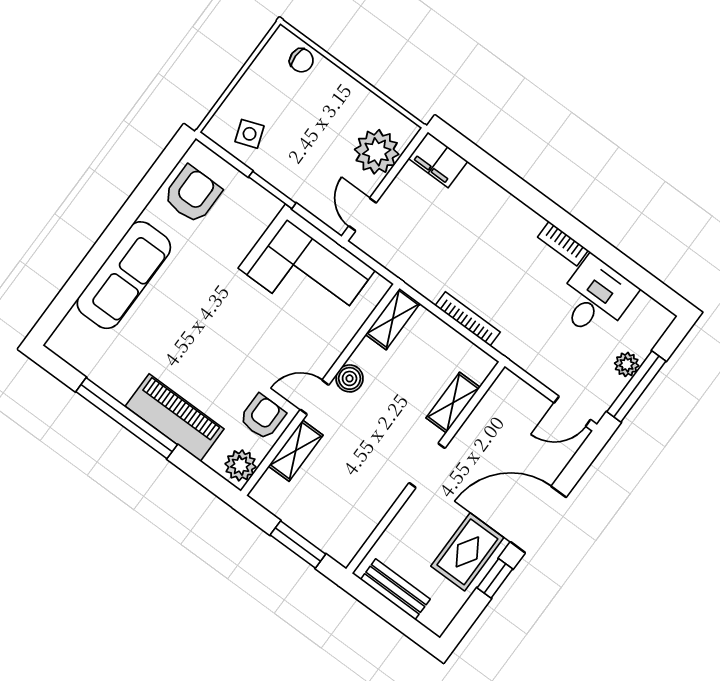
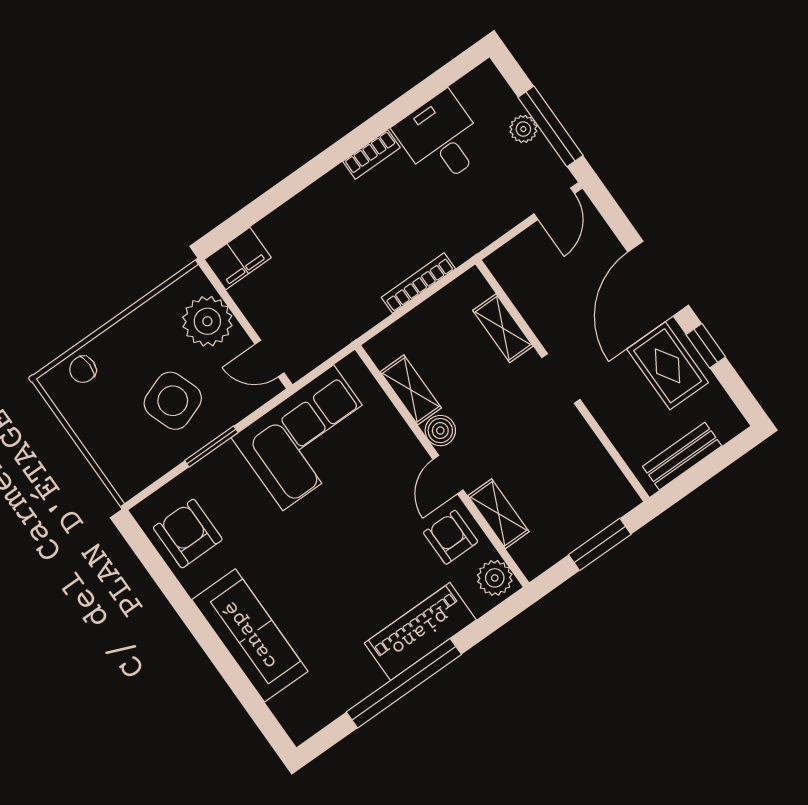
chair: (301, 60) -> (83, 369), turned 180
side table: (250, 134) -> (173, 401), moved, width x1.87, depth x1.87
shelving: (393, 319) -> (411, 390), moved

